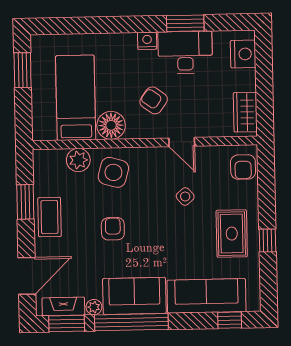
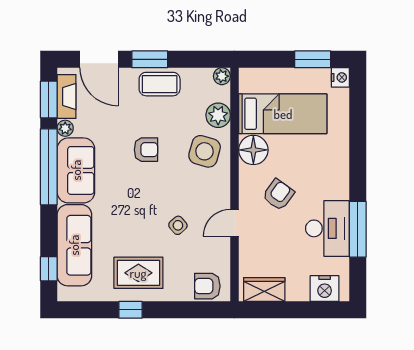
window: (185, 23) -> (358, 229), width x1.44
nightstand: (147, 41) -> (340, 77), moved
plant: (41, 157) -> (222, 76), added
window: (25, 202) -> (150, 59), moved

